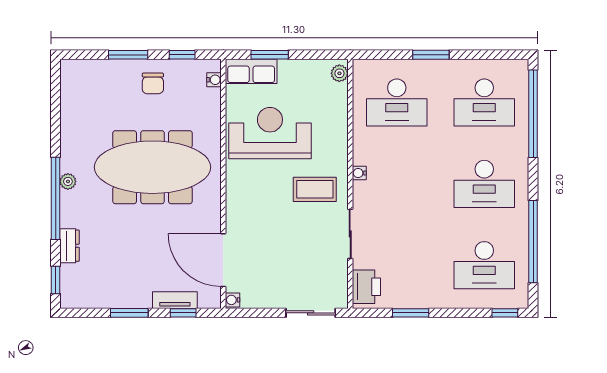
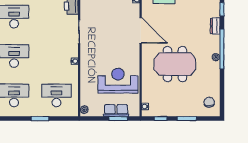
row of seats: (251, 71) -> (116, 111), moved
chair: (153, 83) -> (209, 102), moved
reception desk: (270, 133) -> (118, 81), turned 180
meeting table: (152, 167) -> (175, 64), width x0.73
coffee table: (315, 189) -> (96, 53), removed
door: (223, 260) -> (141, 30), moved

